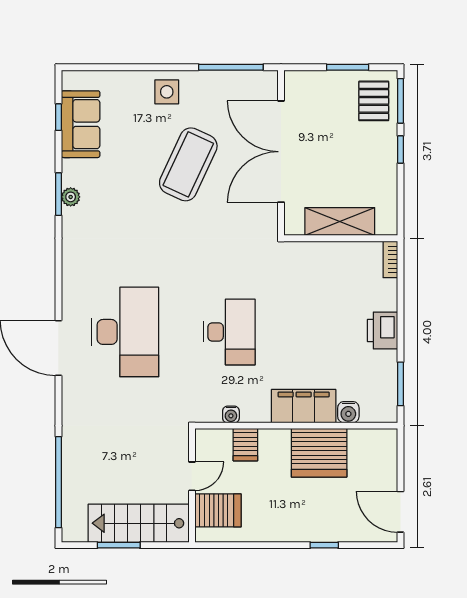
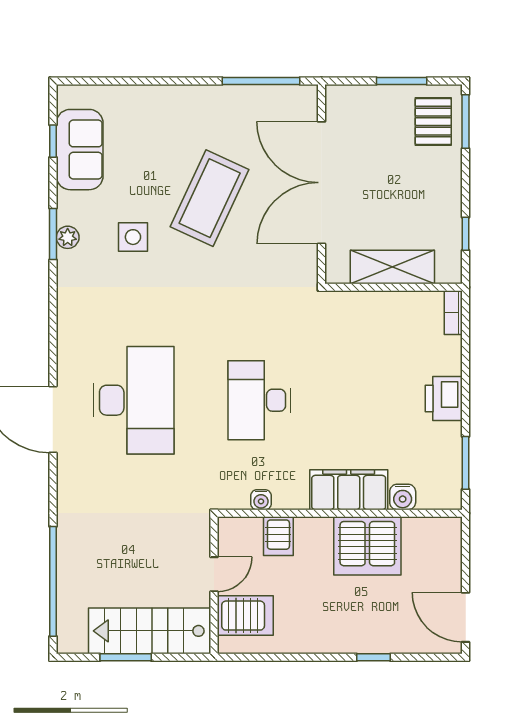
side table: (167, 92) -> (133, 237), moved
window: (400, 149) -> (466, 234), moved
desk: (229, 332) -> (259, 400), turned 180

